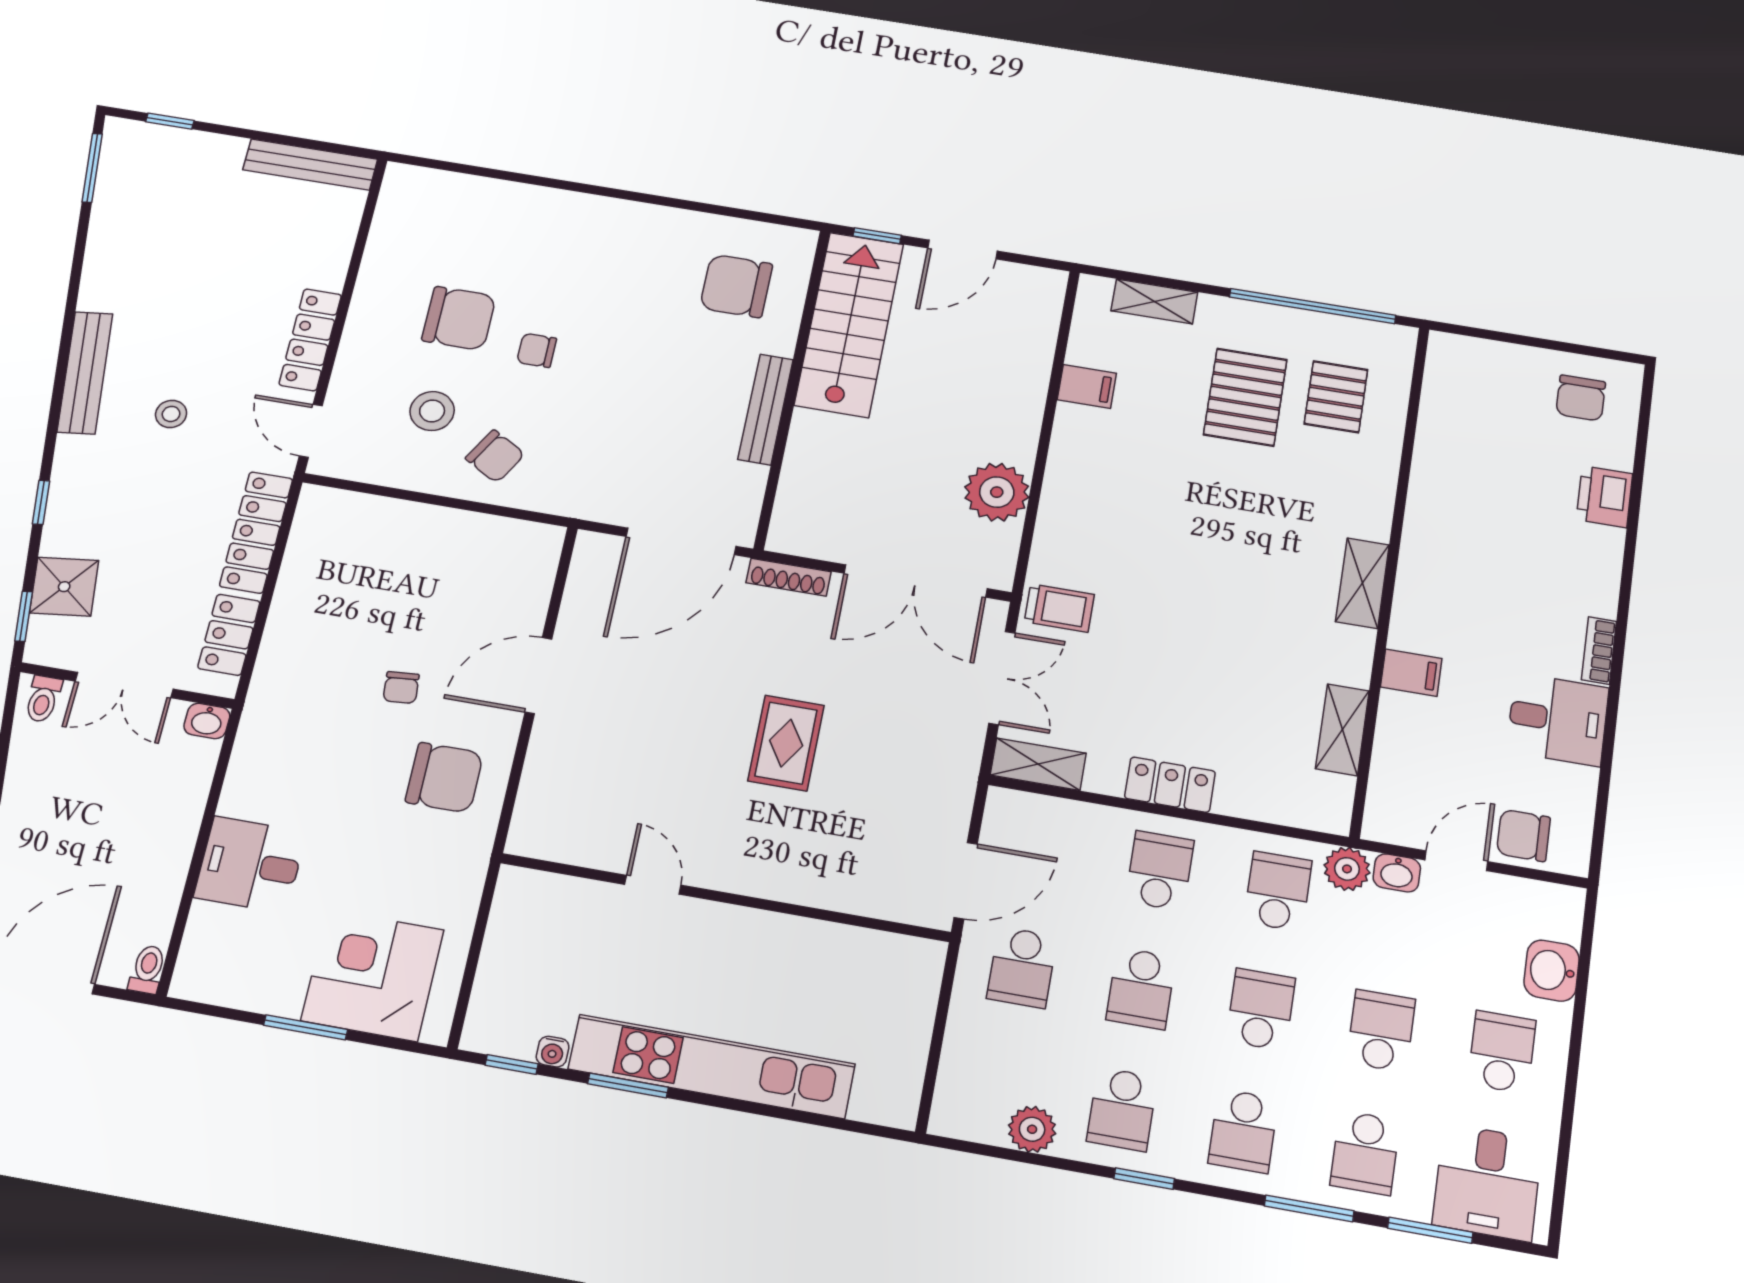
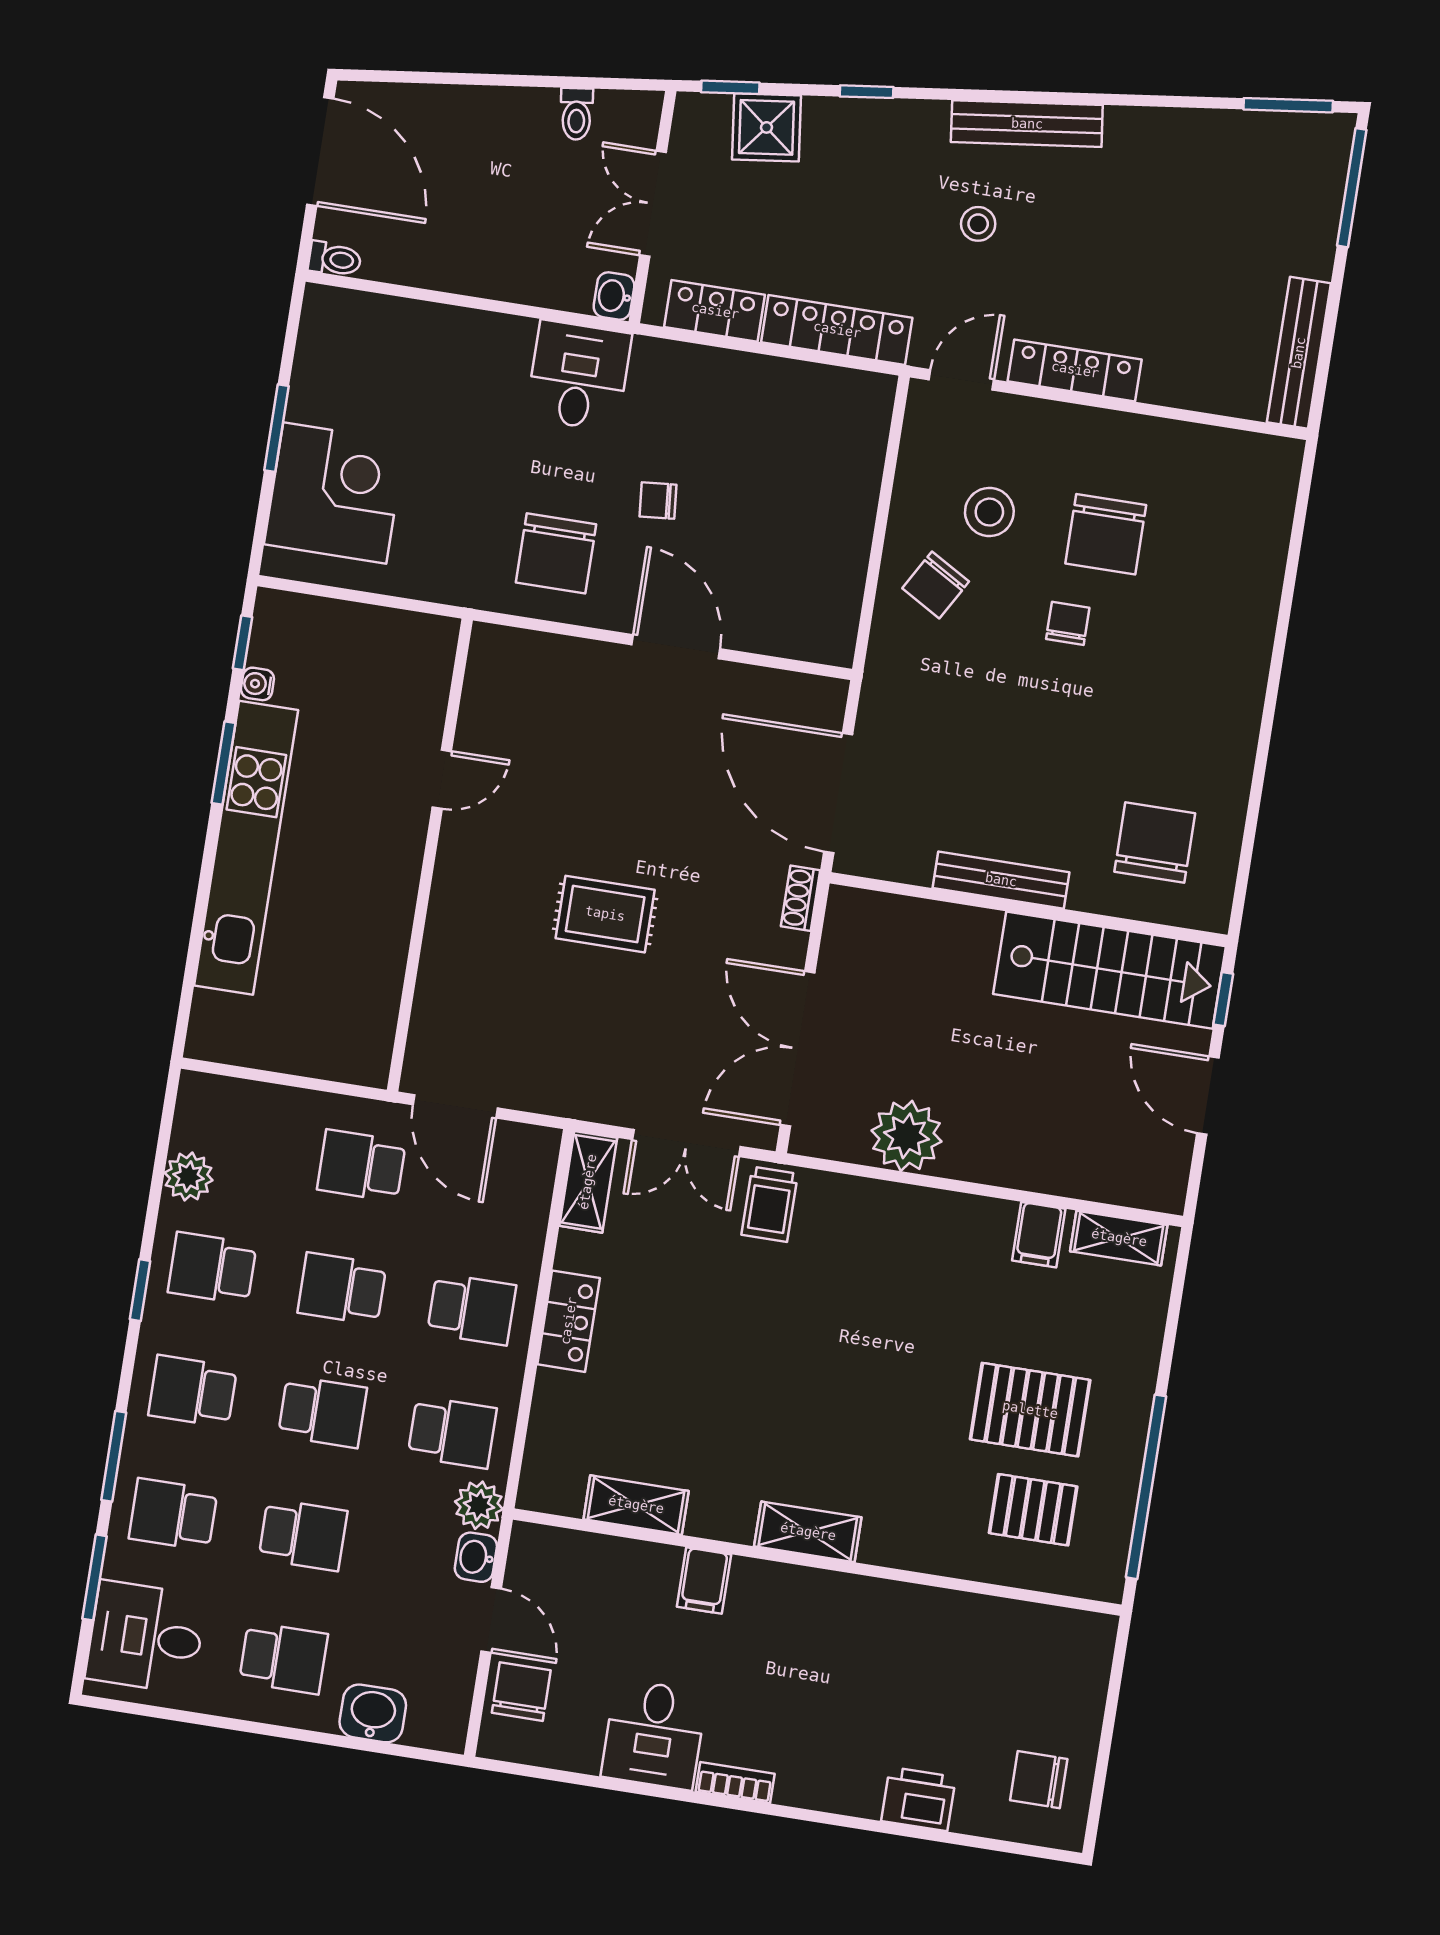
window: (170, 121) -> (1352, 188), width x2.17
shelving: (1154, 301) -> (1119, 1238), moved, turned 90
shoe rack: (789, 577) -> (801, 898), width x0.70
toilet: (43, 699) -> (576, 114), moved, turned -97
desk: (250, 865) -> (579, 376), moved

